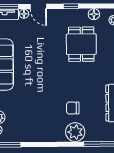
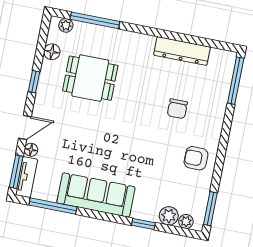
armchair: (42, 128) -> (196, 158), added
plant: (75, 132) -> (212, 112), removed

